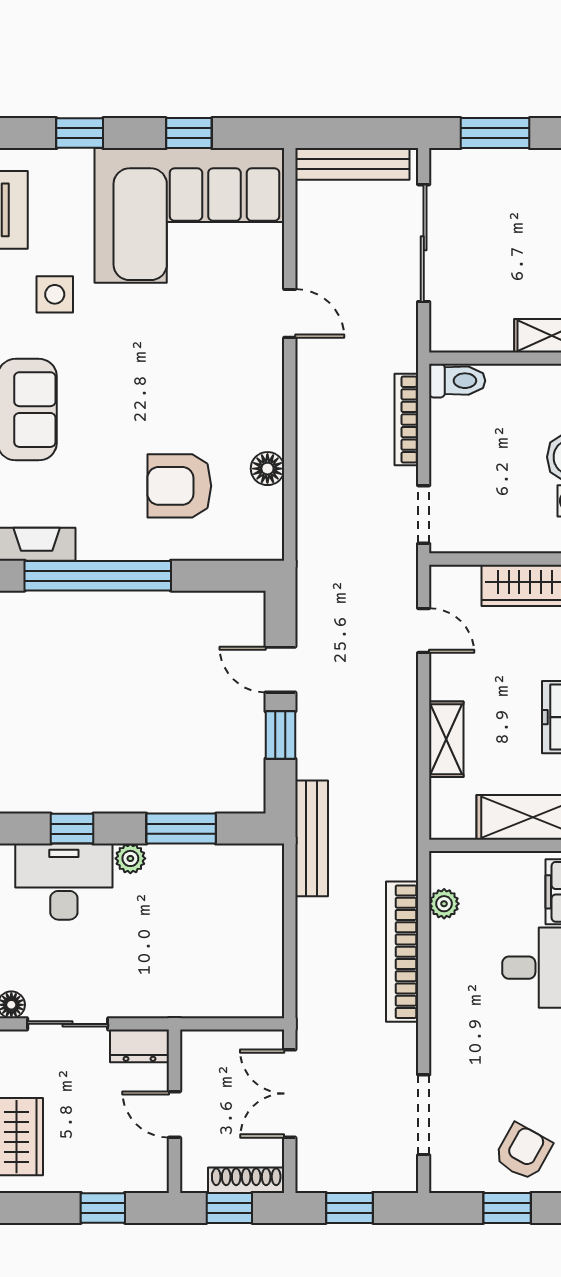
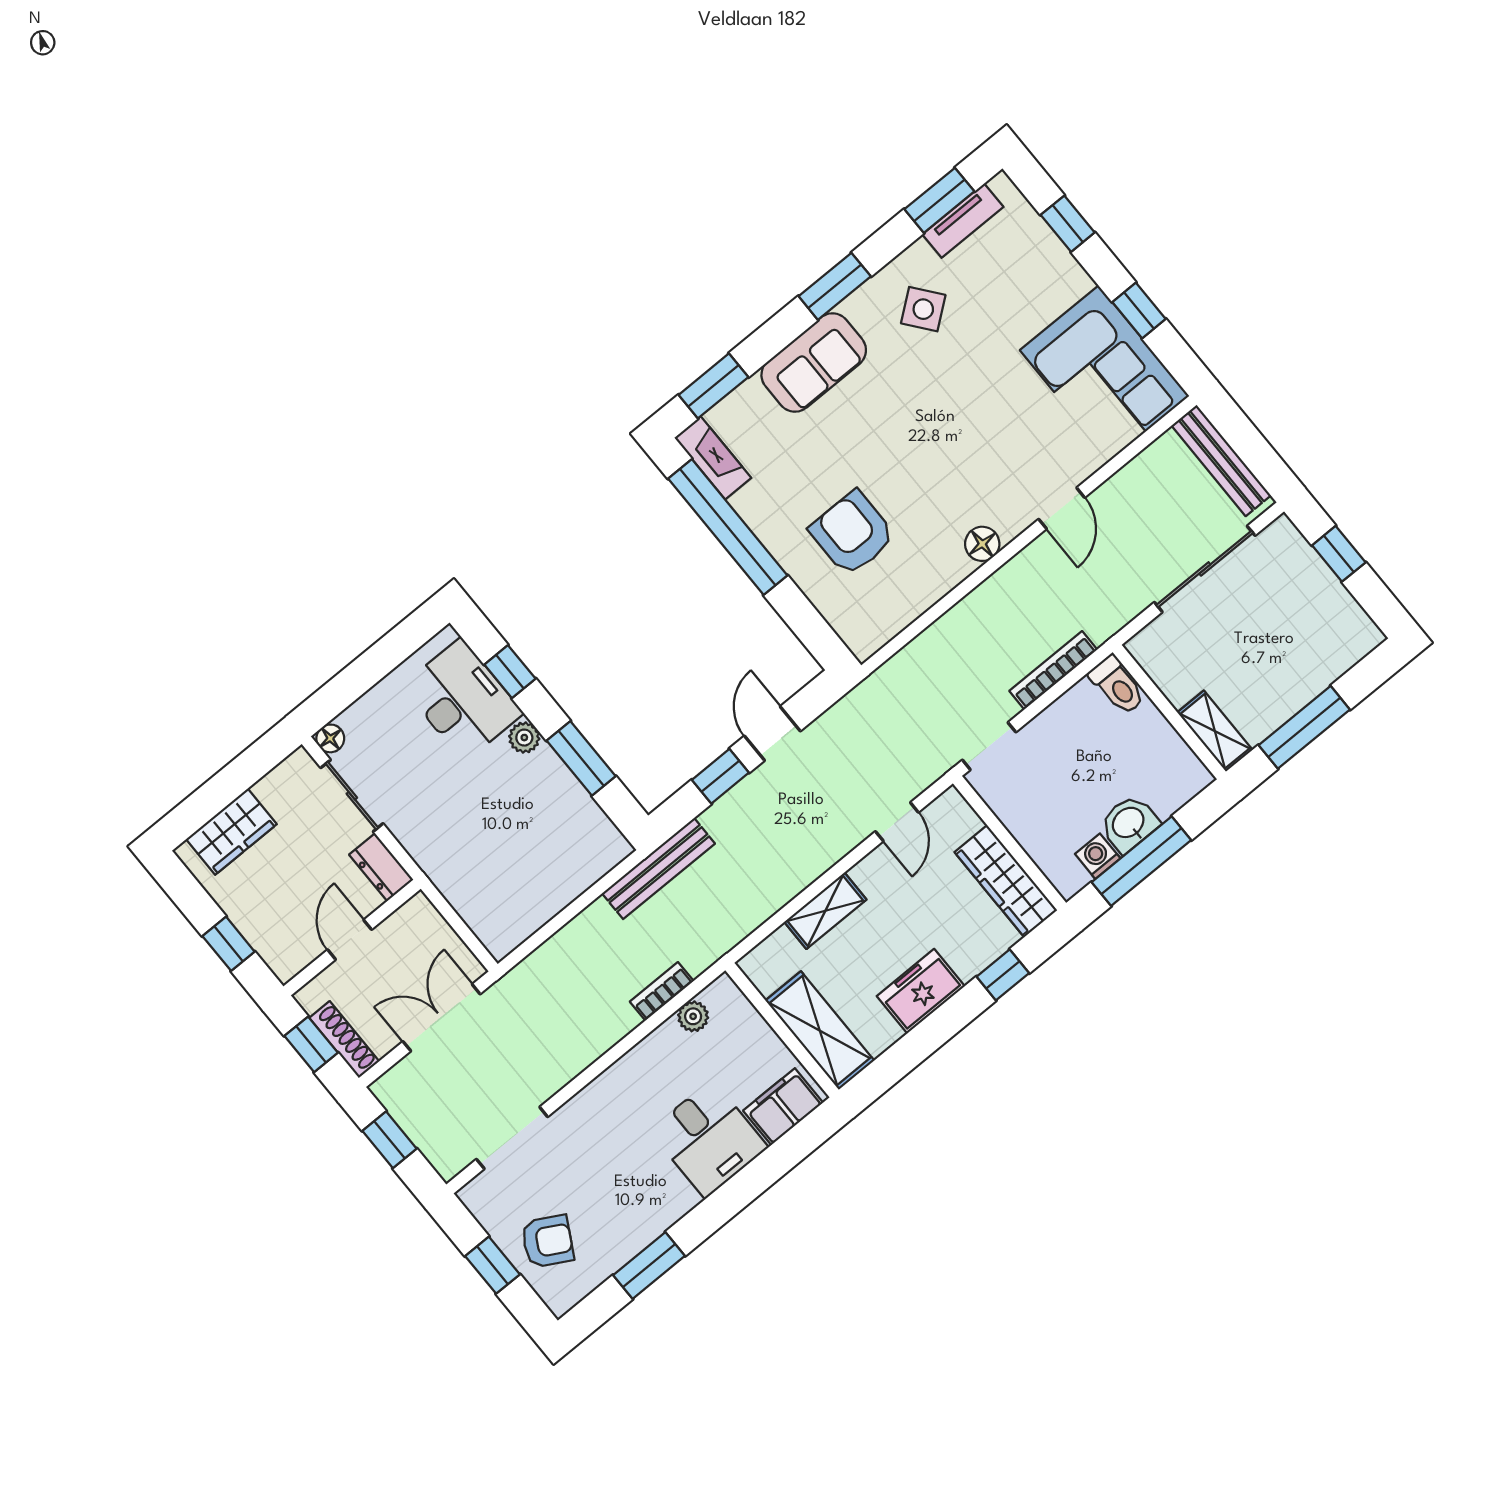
window: (495, 133) -> (1339, 554), width x0.67
corner sofa: (189, 215) -> (1104, 373), width x0.73, depth x0.74
side table: (55, 294) -> (923, 309), turned -38
floor lamp: (267, 469) -> (982, 544), moved
bookcase: (402, 952) -> (662, 991), width x0.43, depth x0.76

